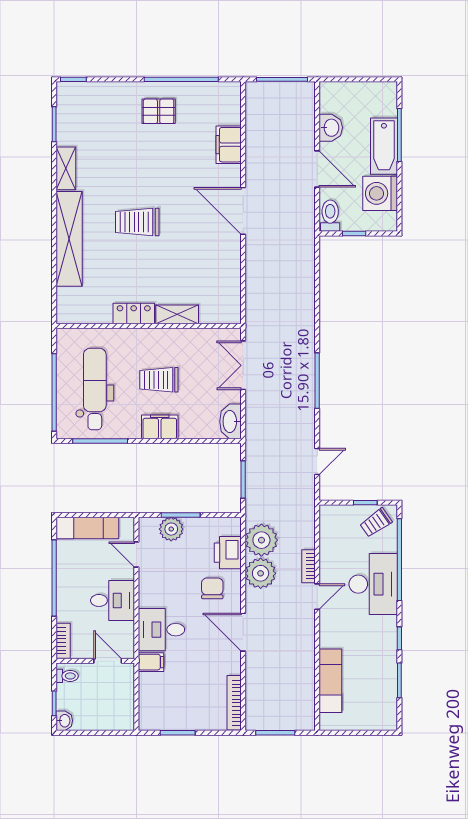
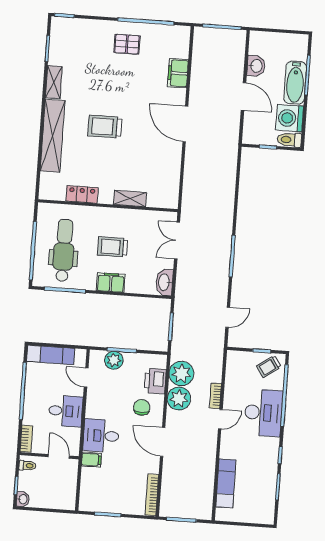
toilet: (330, 216) -> (289, 140), moved, turned -90
locker: (134, 314) -> (82, 194), moved

